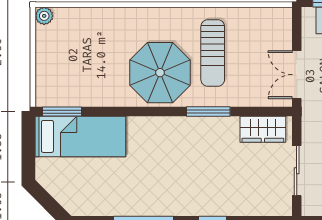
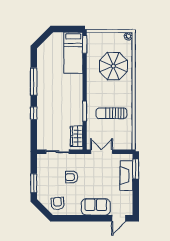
parasol: (160, 73) -> (113, 66), moved

